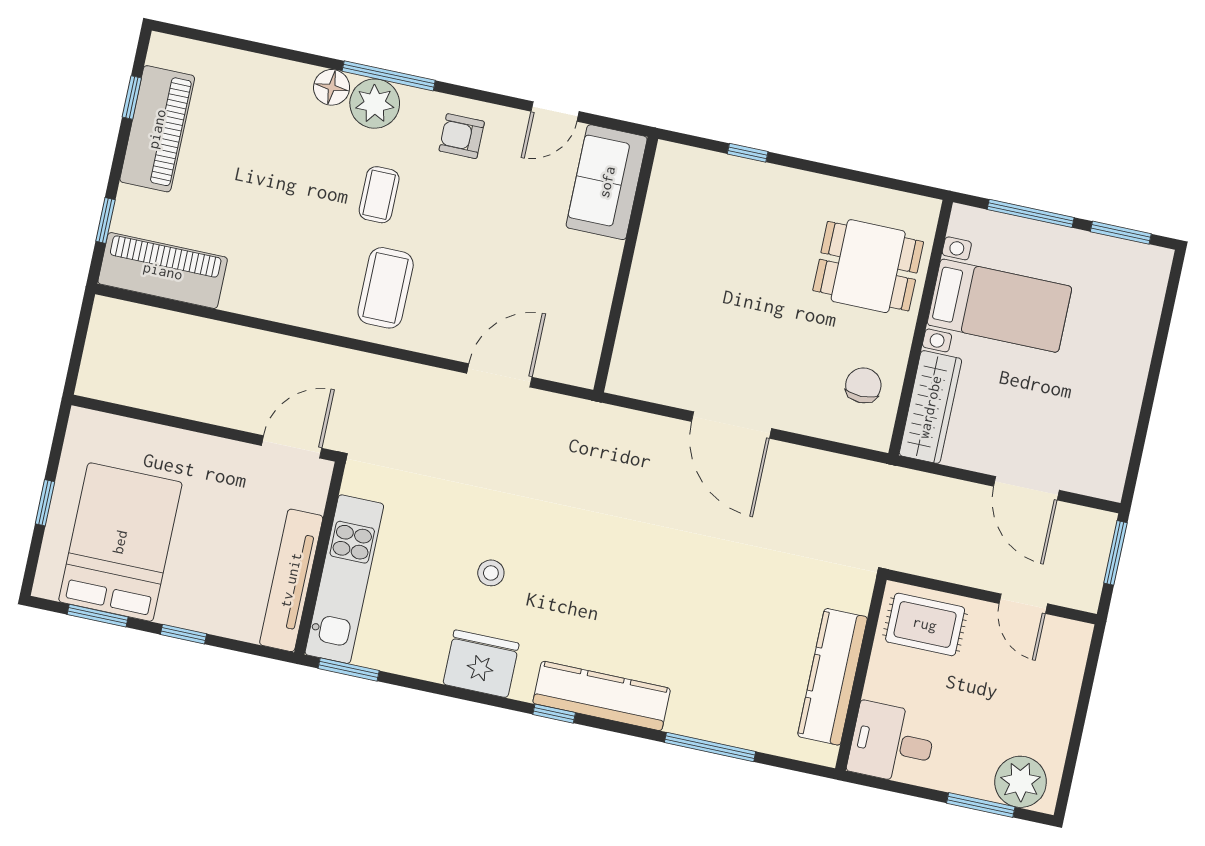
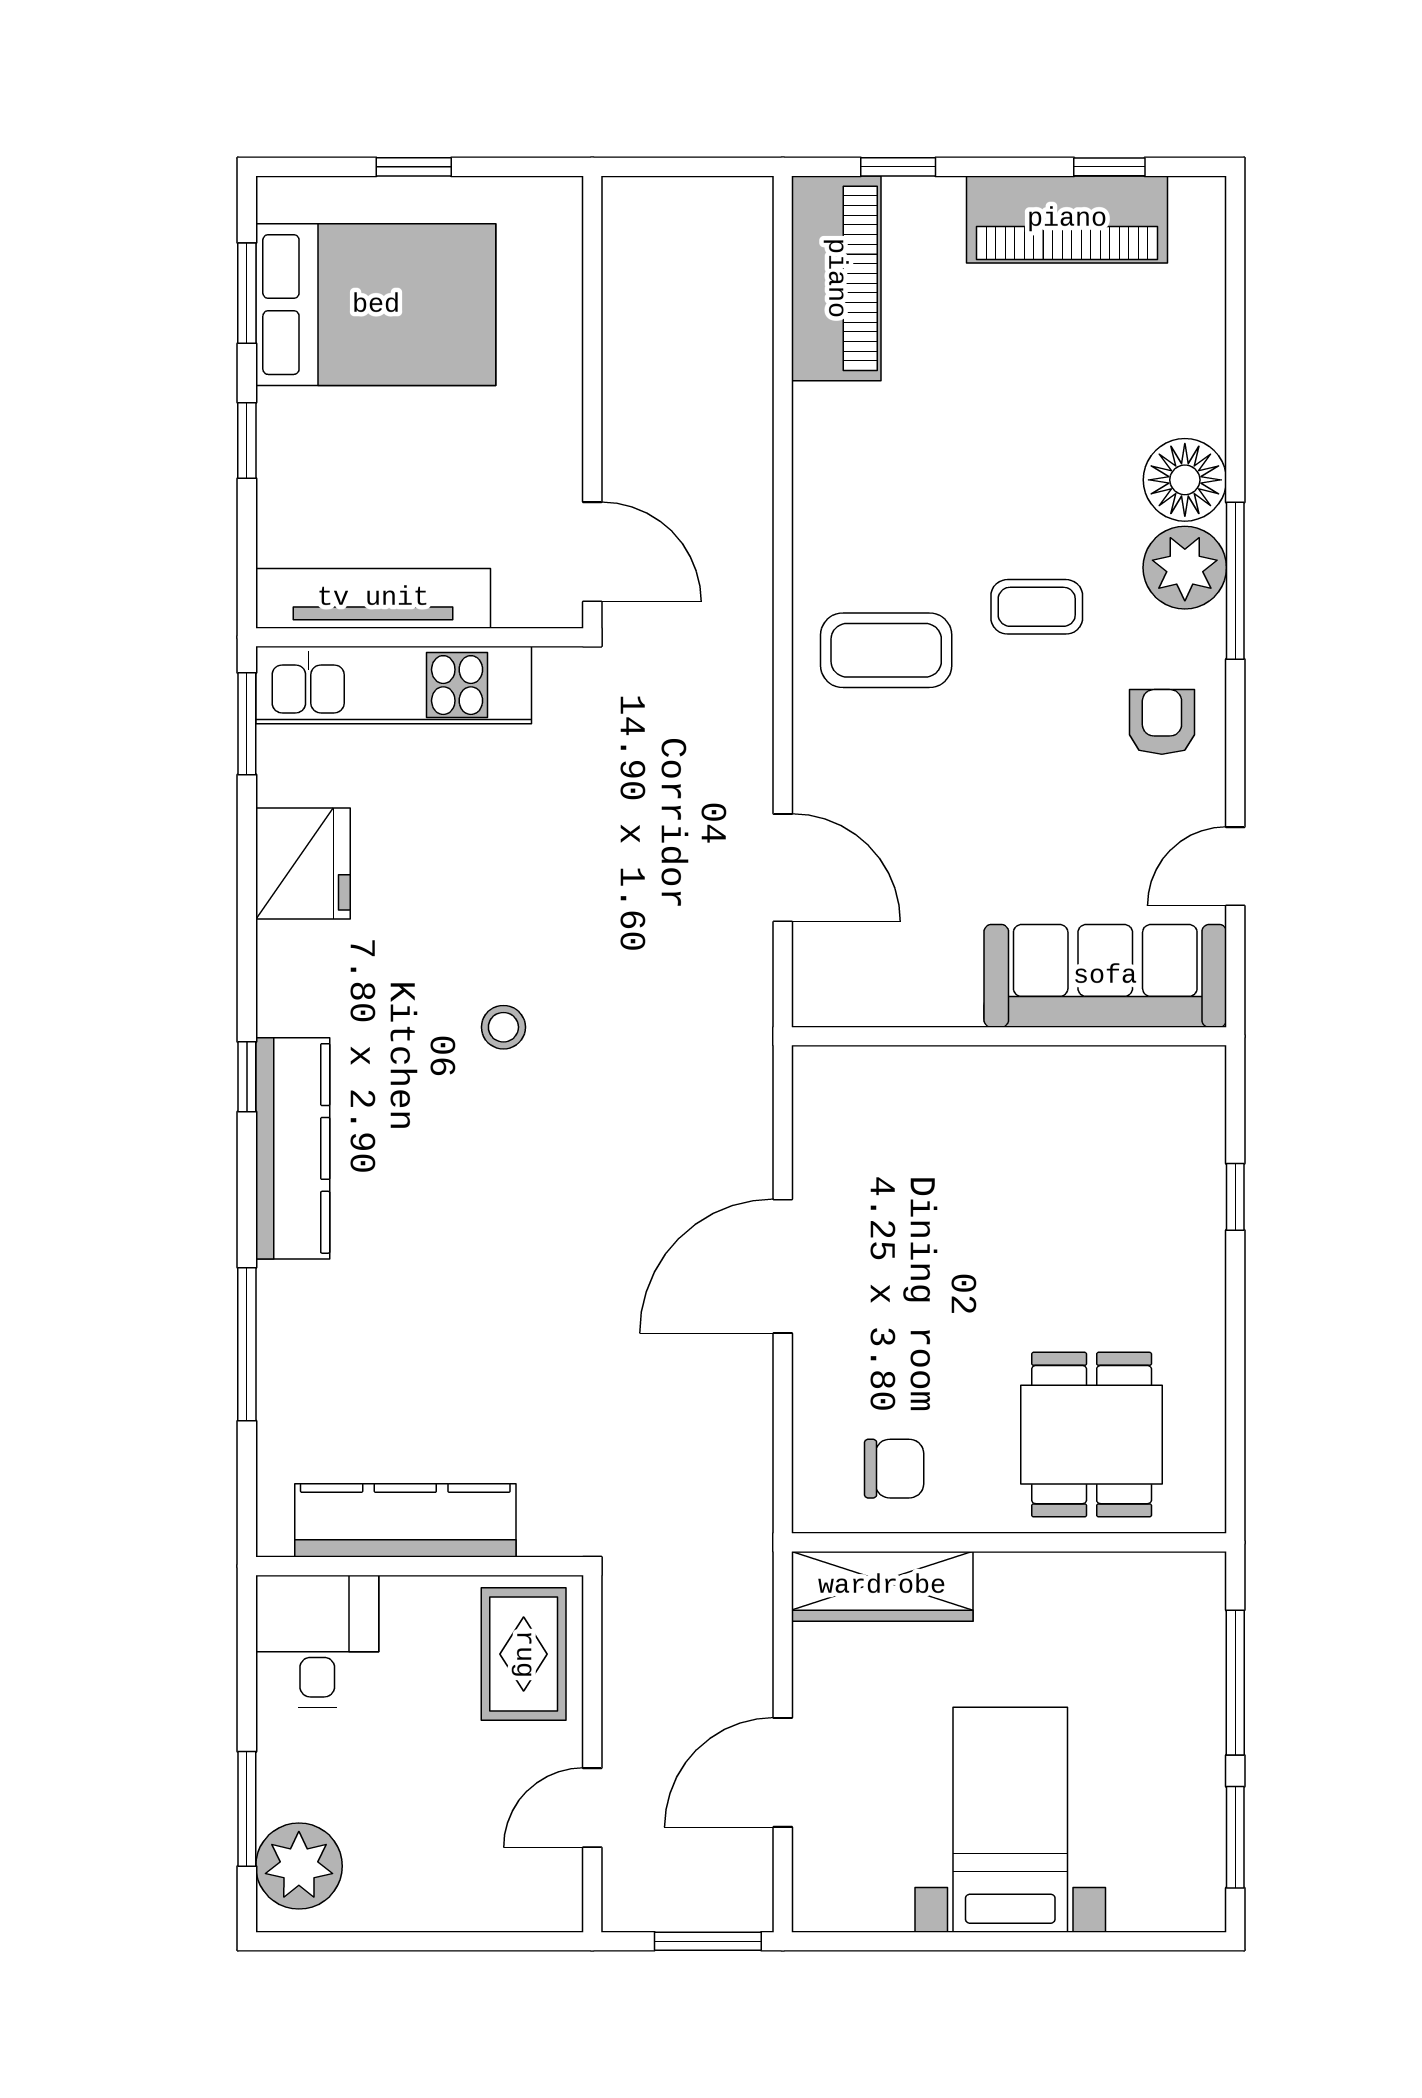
floor lamp: (332, 87) -> (1185, 480), width x1.38, depth x1.38
door: (555, 111) -> (1235, 866), hinge flipped
sofa: (607, 182) -> (1105, 976), width x1.36
bed with nightstands: (999, 306) -> (1010, 1820), moved, turned 180
stool: (491, 573) -> (503, 1027), moved
fridge: (481, 664) -> (303, 863), moved

